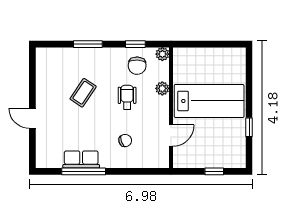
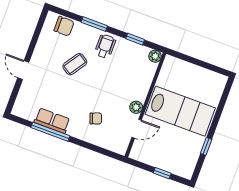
chair: (137, 66) -> (64, 26), moved, turned -93
plant: (162, 88) -> (136, 107), moved
wheelchair: (127, 97) -> (105, 46), moved

